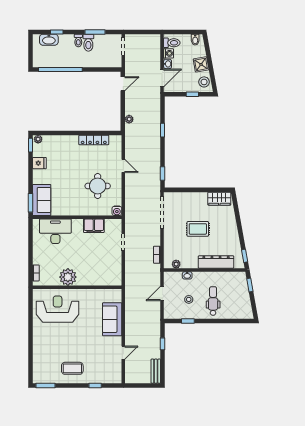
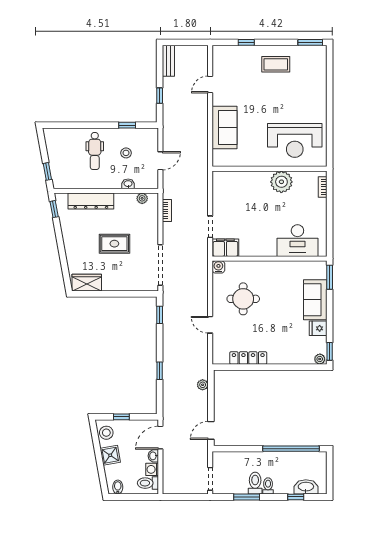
sofa: (42, 200) -> (315, 300), moved
filing cabinet: (94, 226) -> (225, 248), moved

